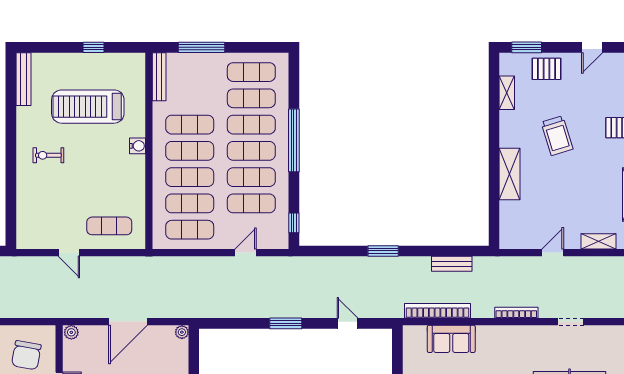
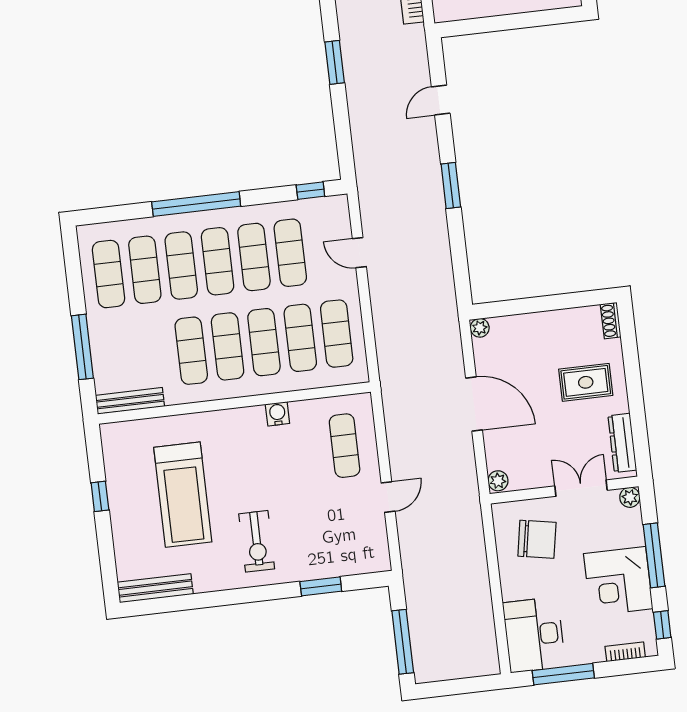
water cooler: (138, 146) -> (277, 414), moved
exercise bike: (48, 155) -> (257, 541), width x1.38, depth x1.39
window: (11, 197) -> (321, 586), added

